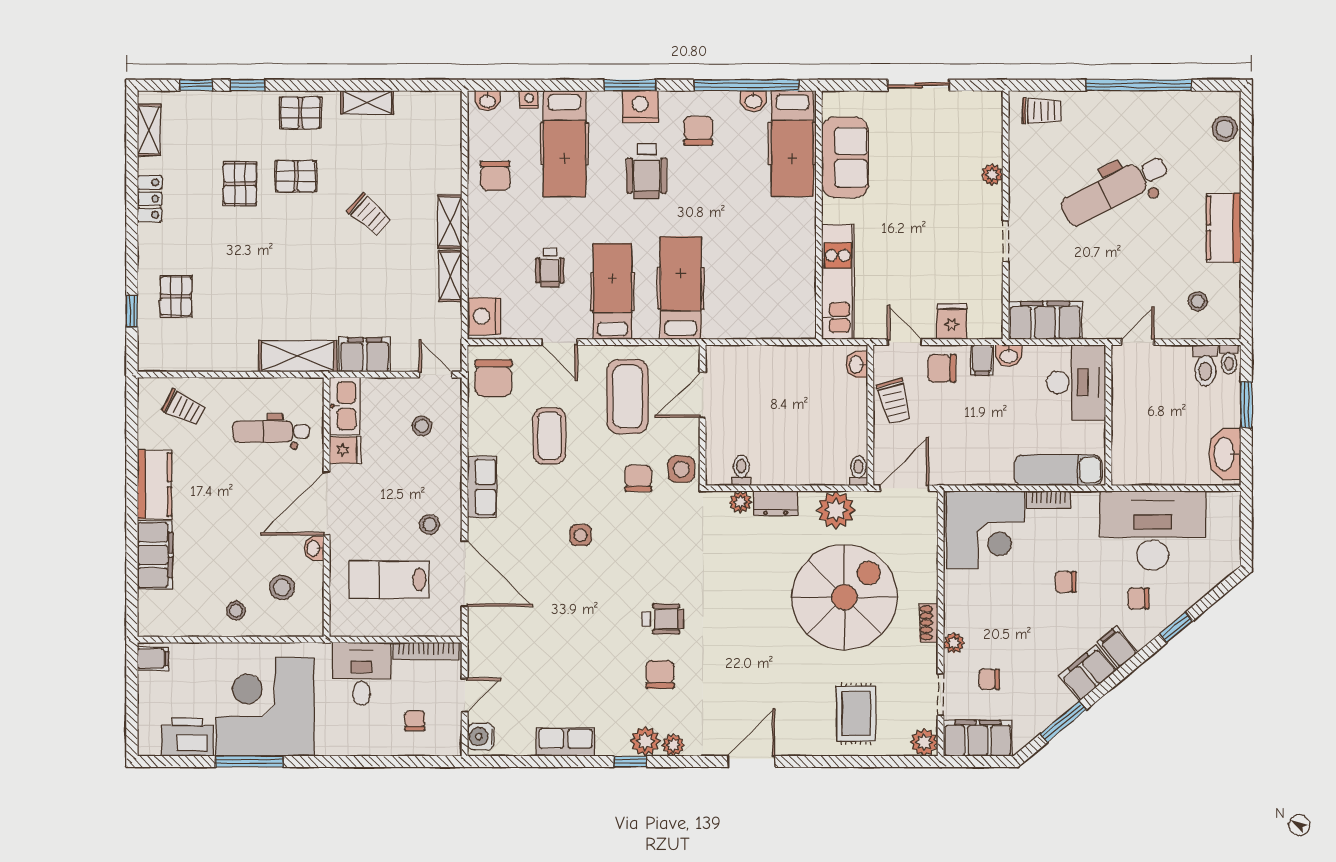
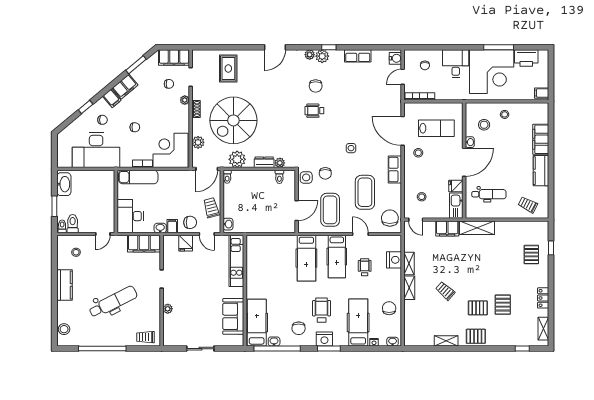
window: (247, 85) -> (499, 349), removed
nightstand: (484, 316) -> (394, 260), moved
coffee table: (549, 436) -> (365, 192), width x1.36, depth x1.32
desk: (361, 674) -> (456, 64), moved, turned 180
plant: (924, 742) -> (198, 142), moved

